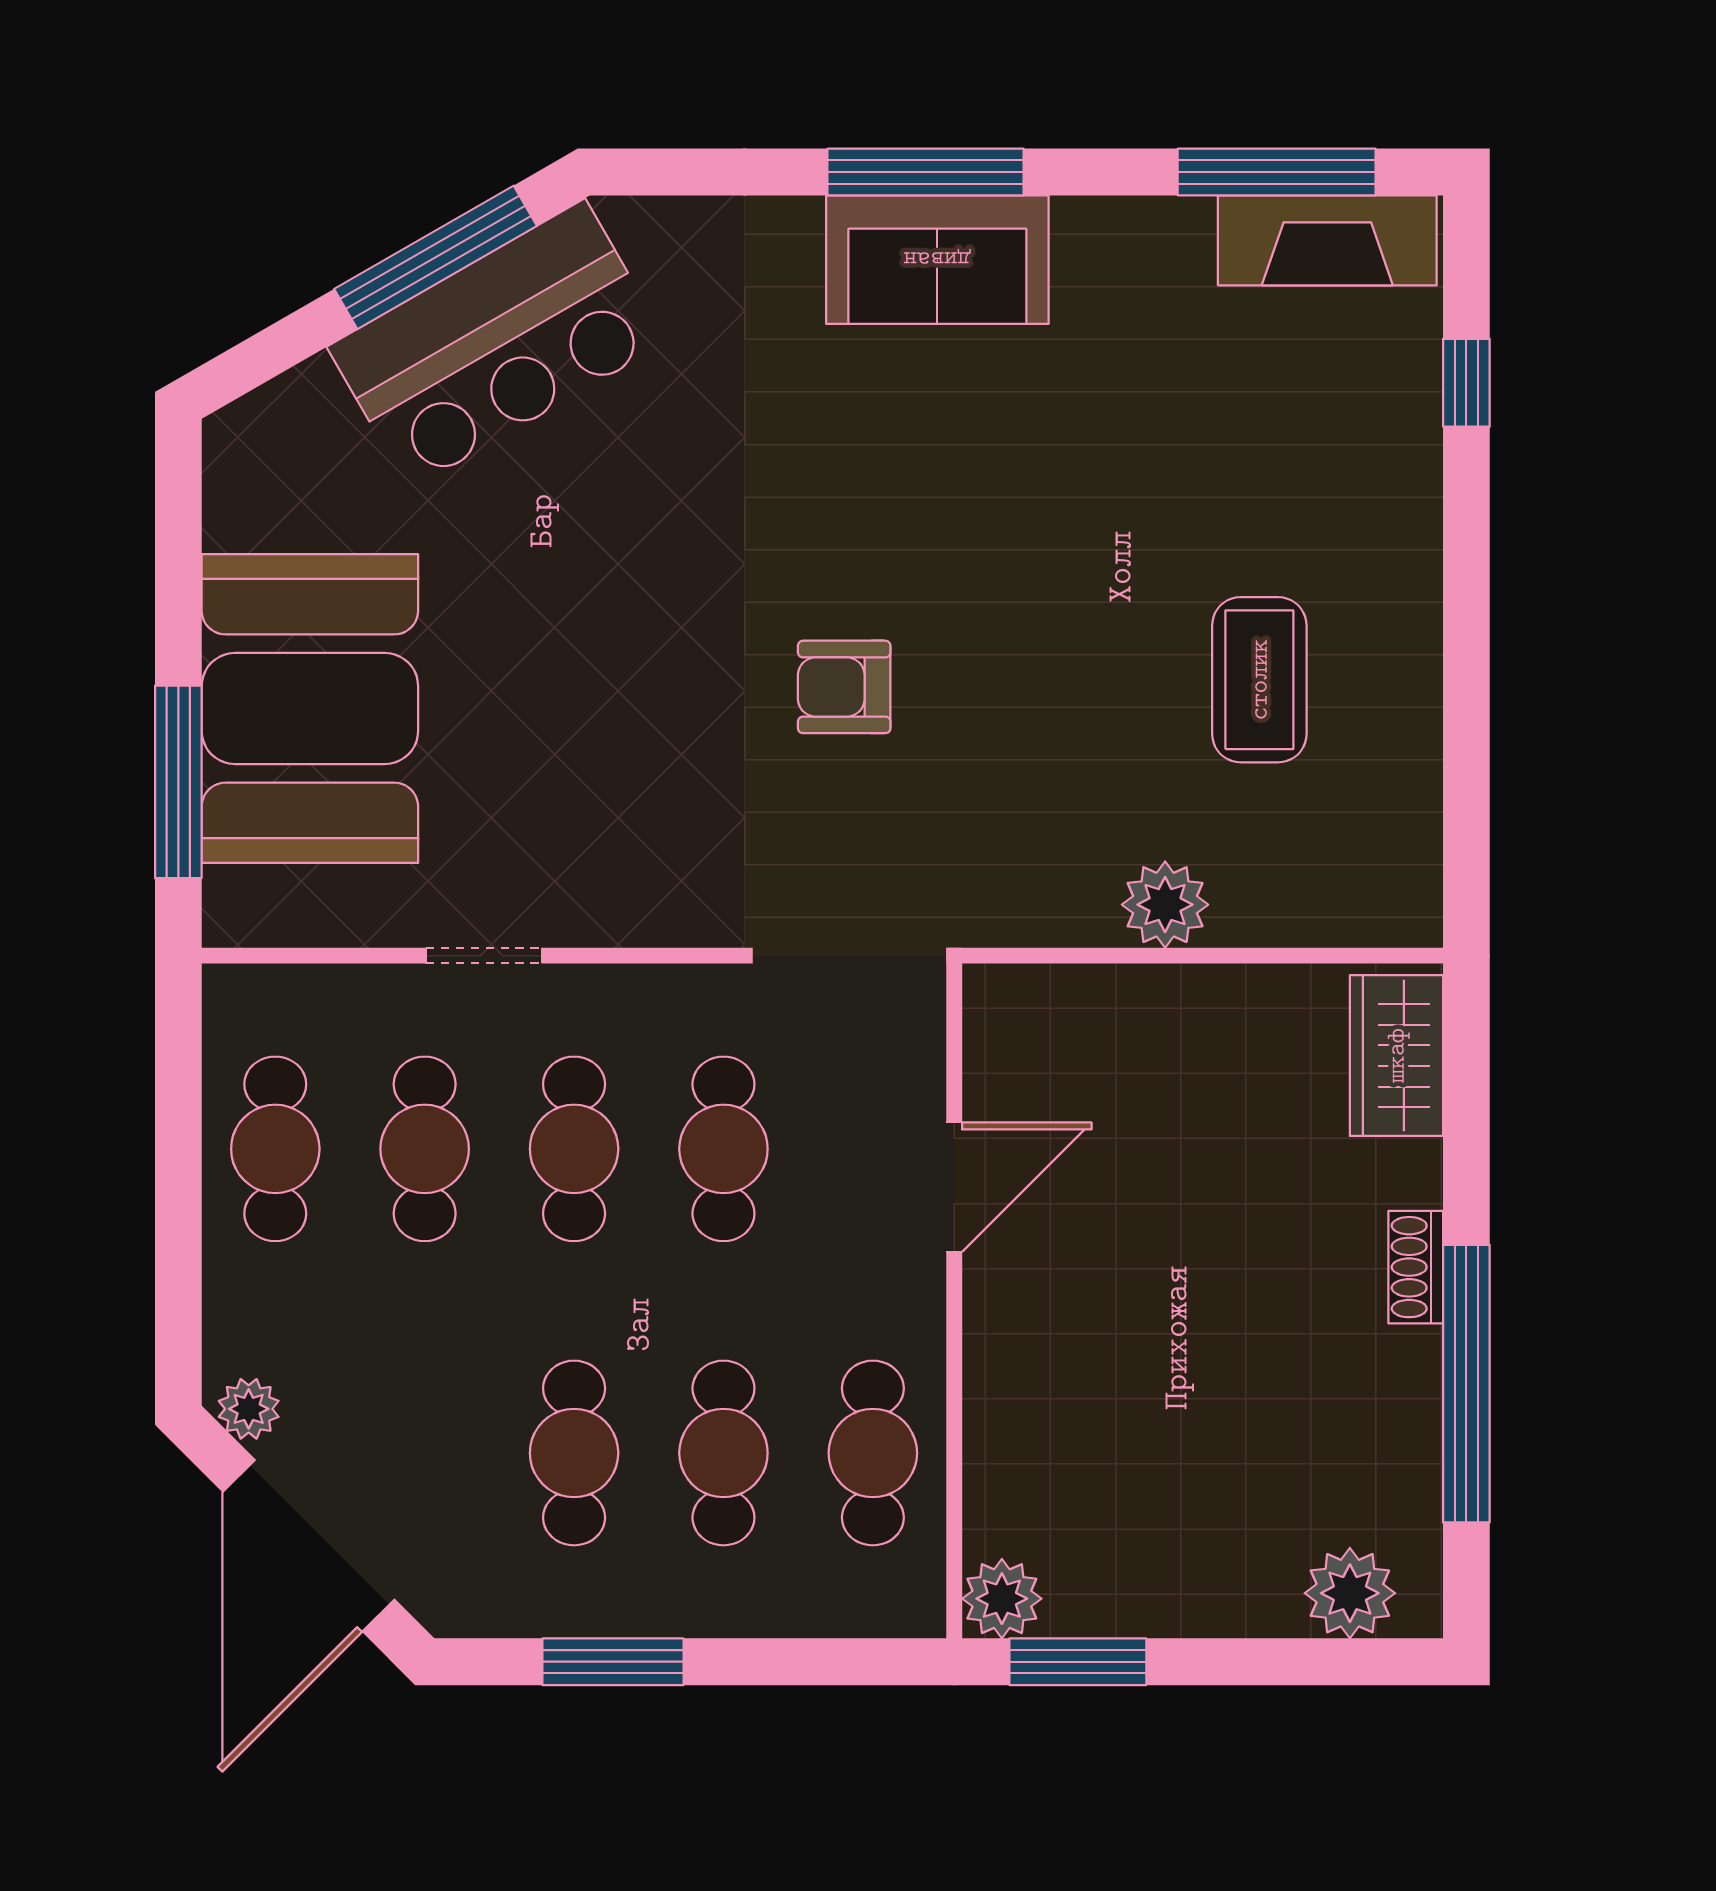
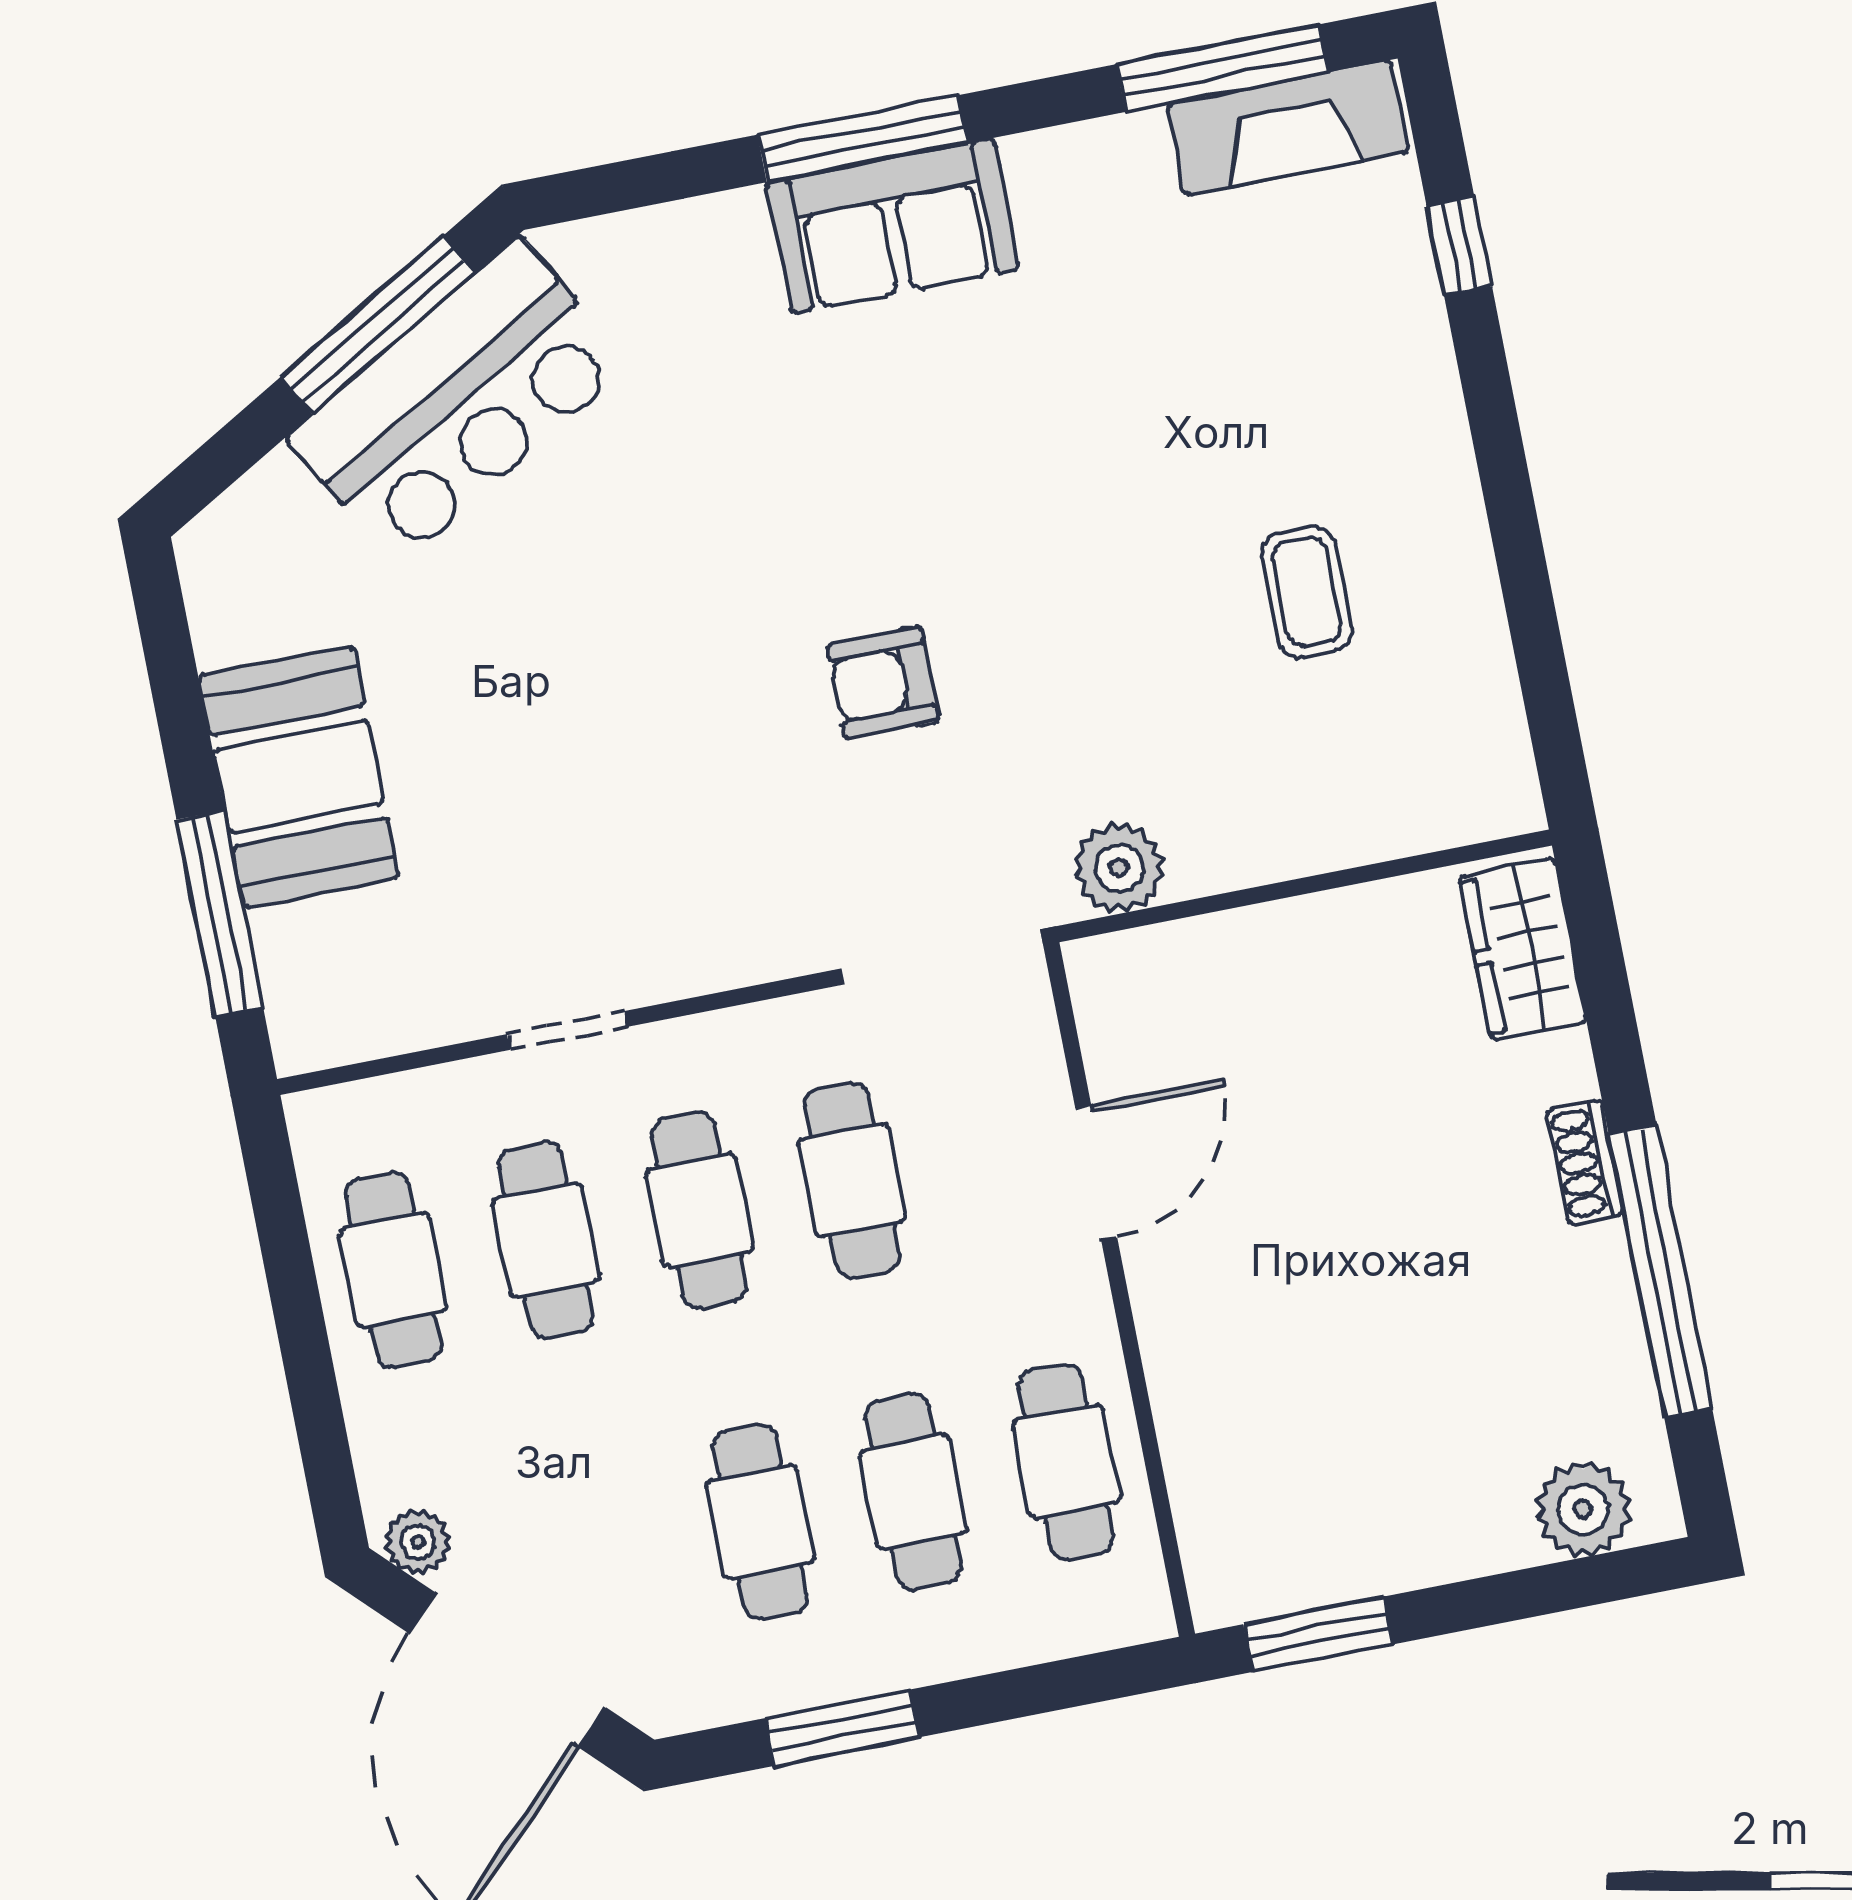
coffee table: (1259, 680) -> (1307, 592), width x0.73, depth x0.77
booth: (310, 709) -> (299, 777), width x0.73, depth x0.70
plant: (1165, 905) -> (1119, 868), moved
plant: (1002, 1599) -> (1228, 1585), removed

